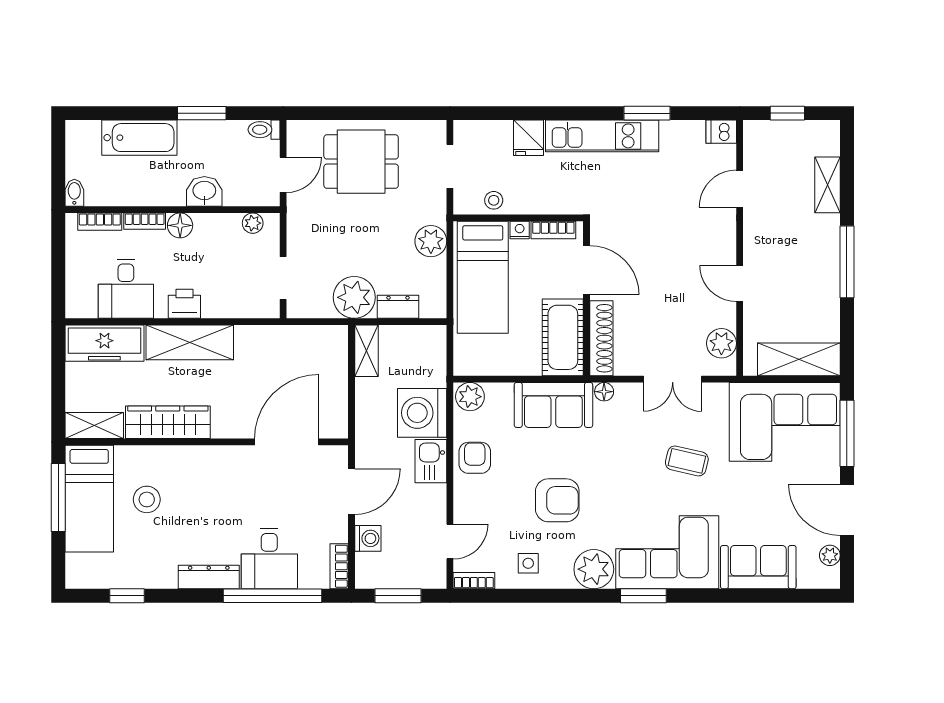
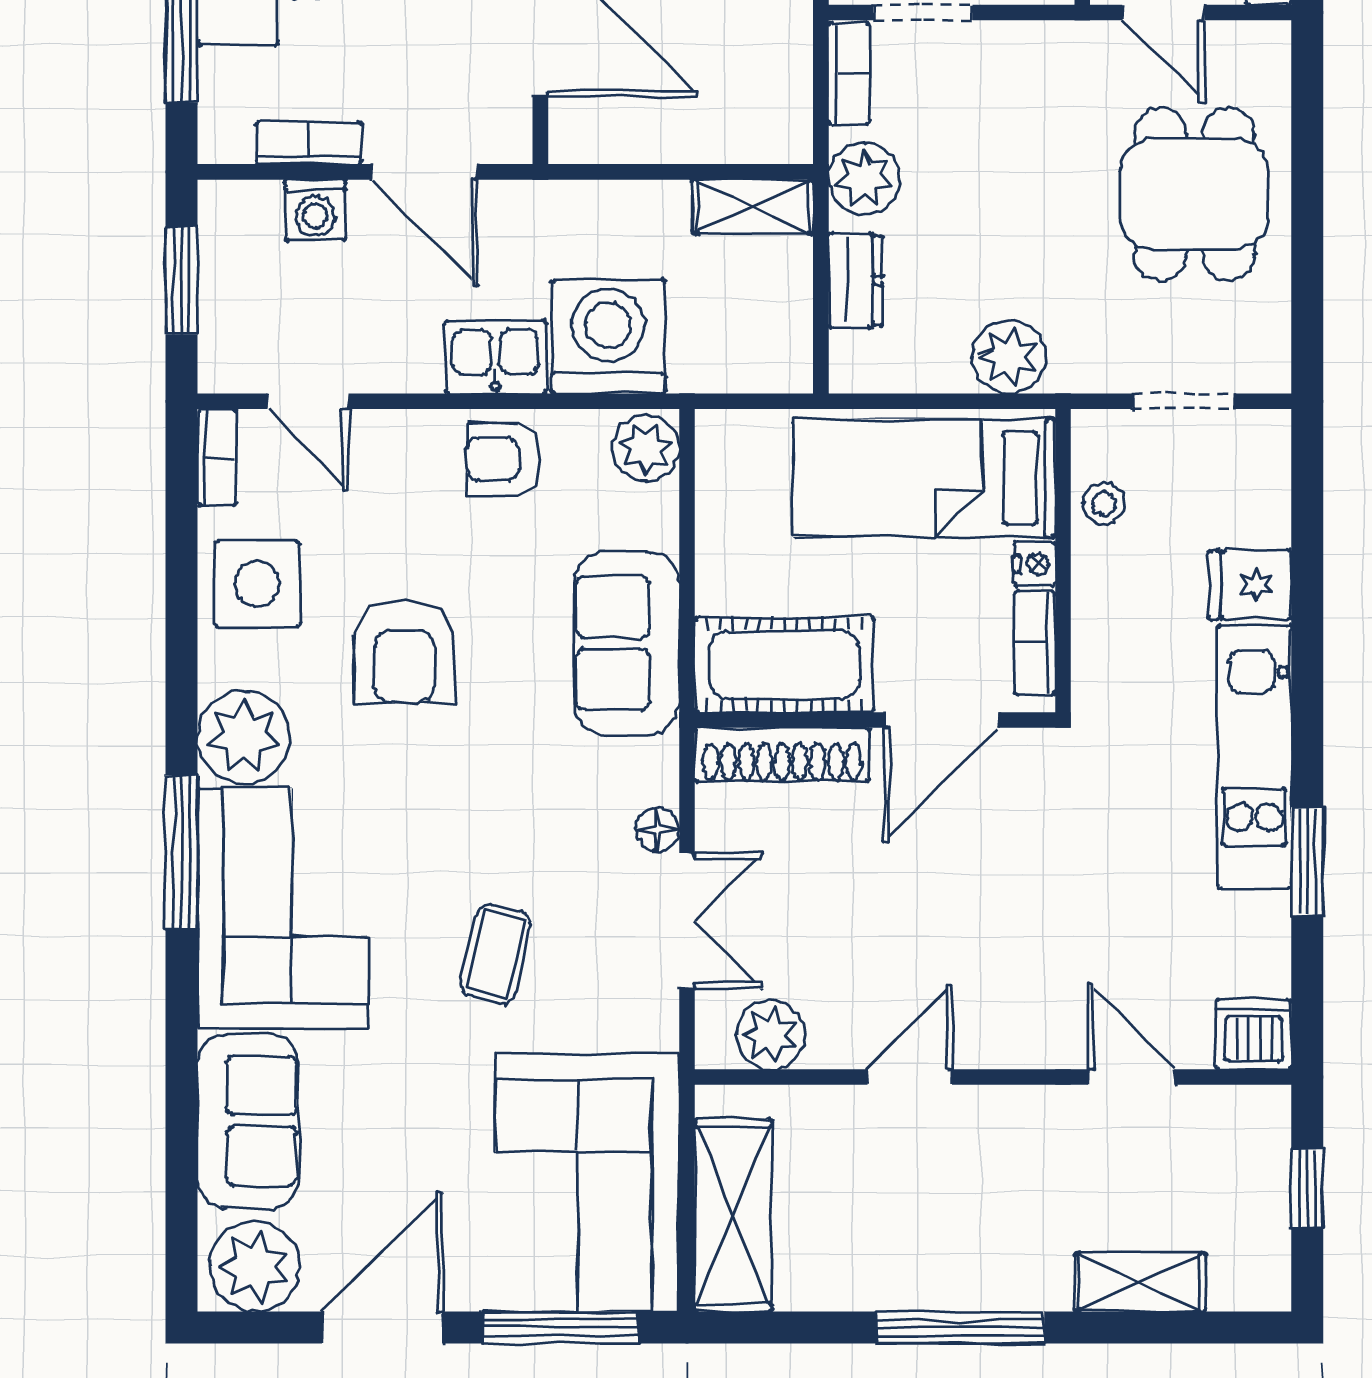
dishwasher: (721, 132) -> (1254, 1034), width x1.38
plant: (354, 297) -> (864, 178), width x0.73, depth x0.73
bookcase: (309, 310) -> (849, 73), added
double door: (673, 379) -> (687, 921), swing flipped
floor lamp: (604, 392) -> (657, 830), moved
armchair: (475, 458) -> (503, 459), turned 180
plant: (830, 555) -> (255, 1267), width x1.88, depth x1.88
side table: (528, 563) -> (257, 584), width x1.87, depth x1.87
bookcase: (339, 566) -> (308, 143), moved
window: (643, 596) -> (182, 853), width x1.44

